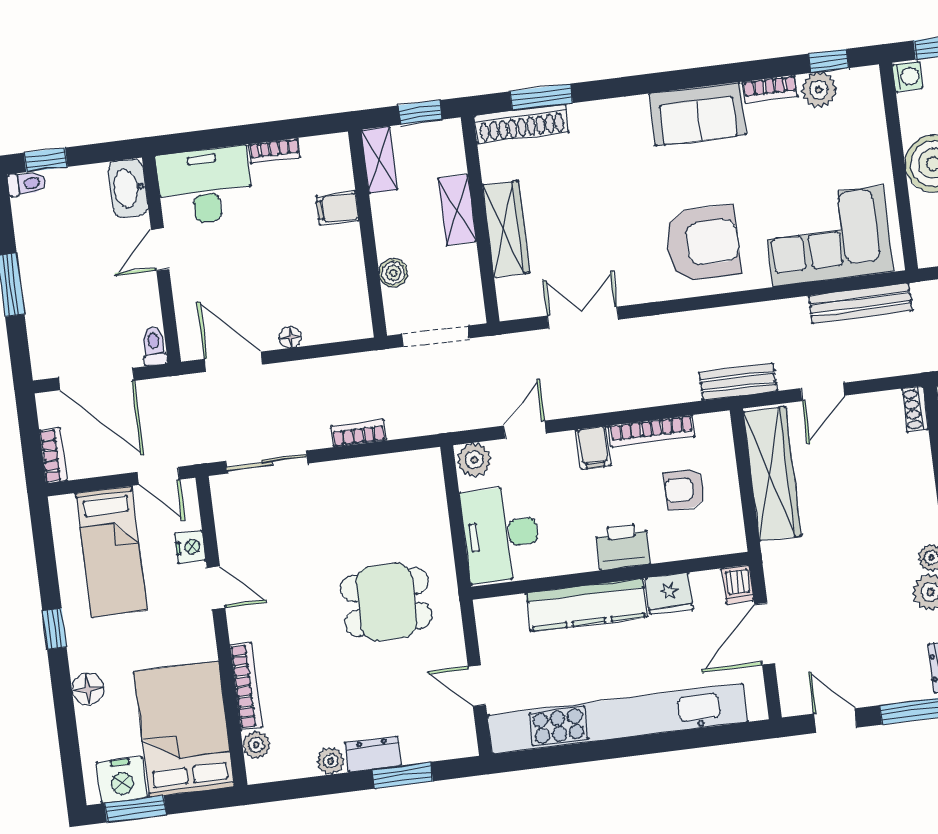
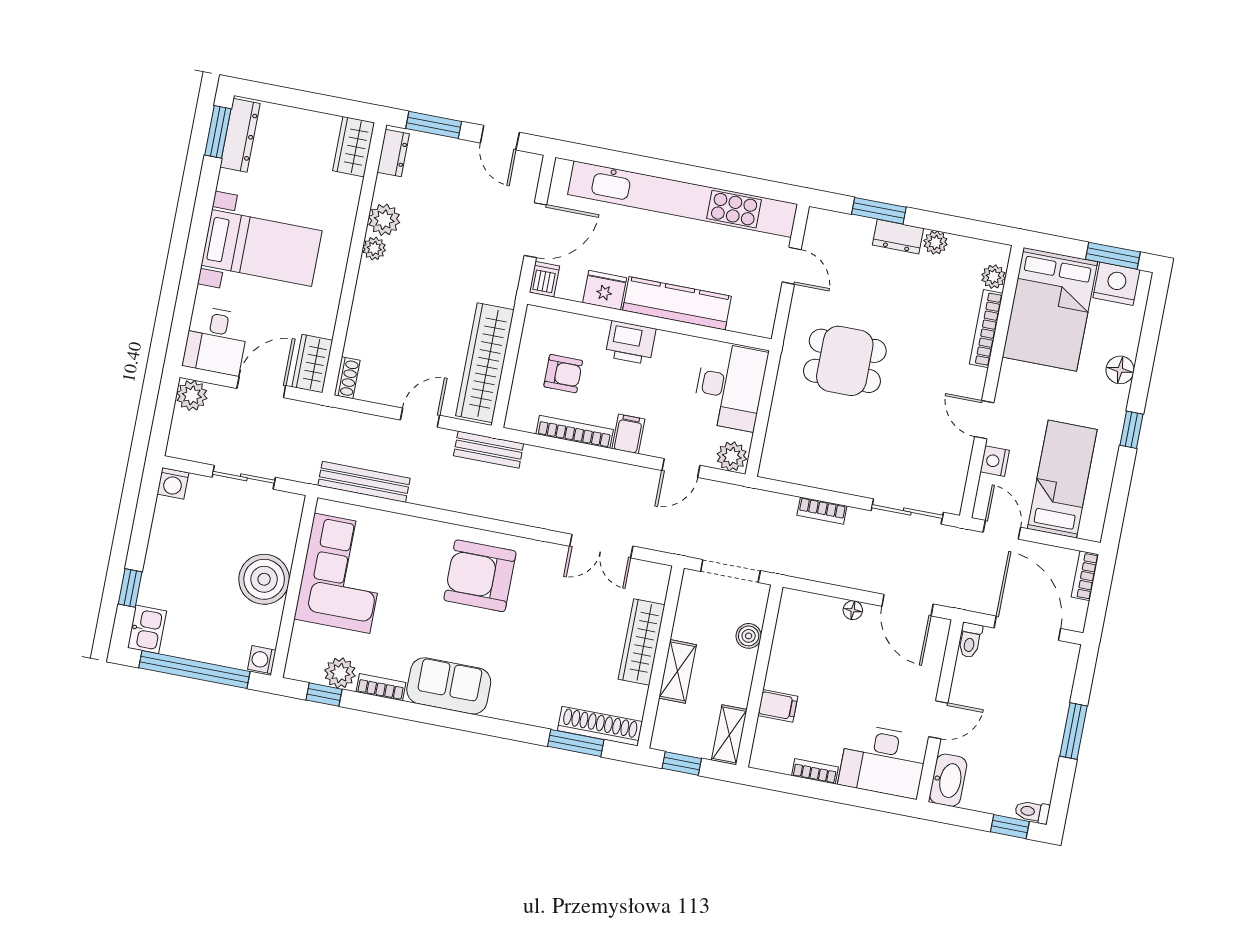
corner sofa: (828, 236) -> (342, 573), moved, turned -90

